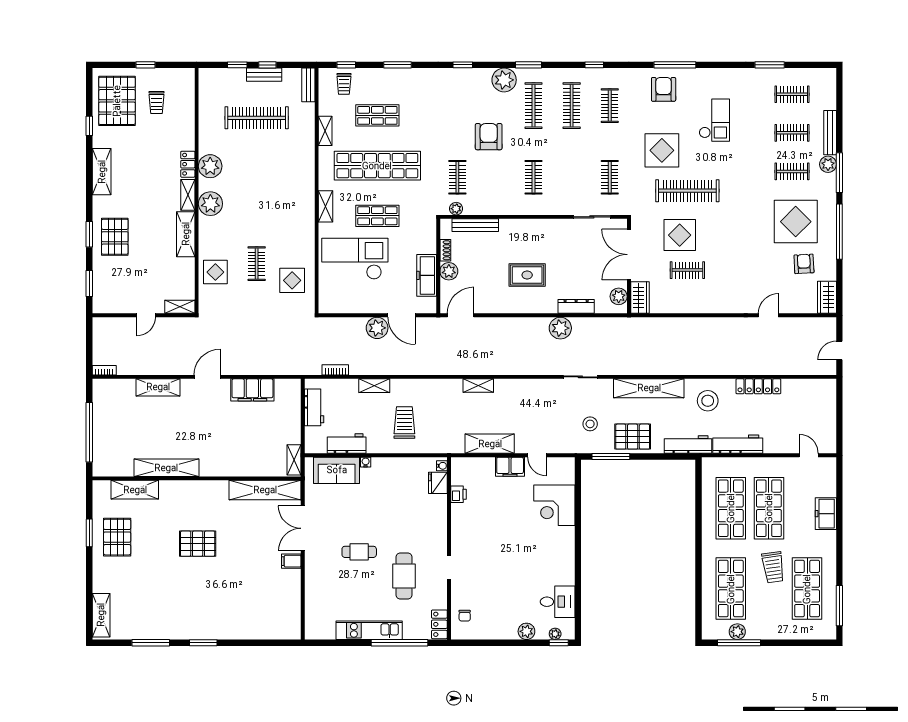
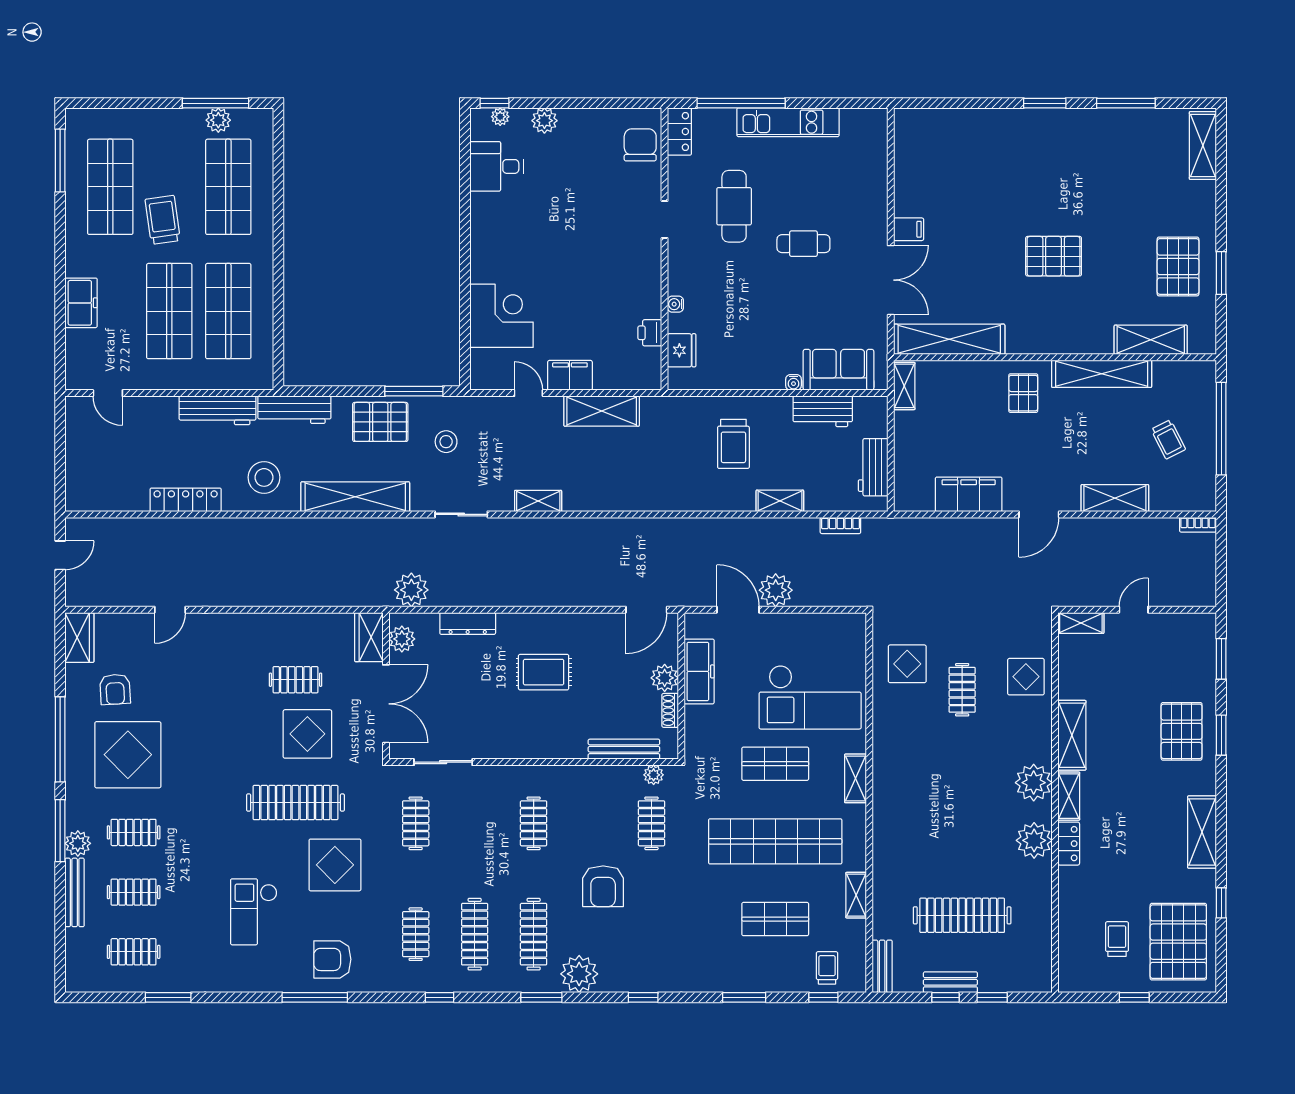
armchair: (664, 89) -> (332, 959), turned 90
plant: (560, 328) -> (411, 590), moved
shelving: (478, 386) -> (538, 501), moved
trolley: (123, 425) -> (1168, 439), added
pallet: (217, 455) -> (1023, 393), added
water cooler: (442, 466) -> (675, 304), moved
chair: (465, 616) -> (640, 145), width x1.87, depth x1.87

